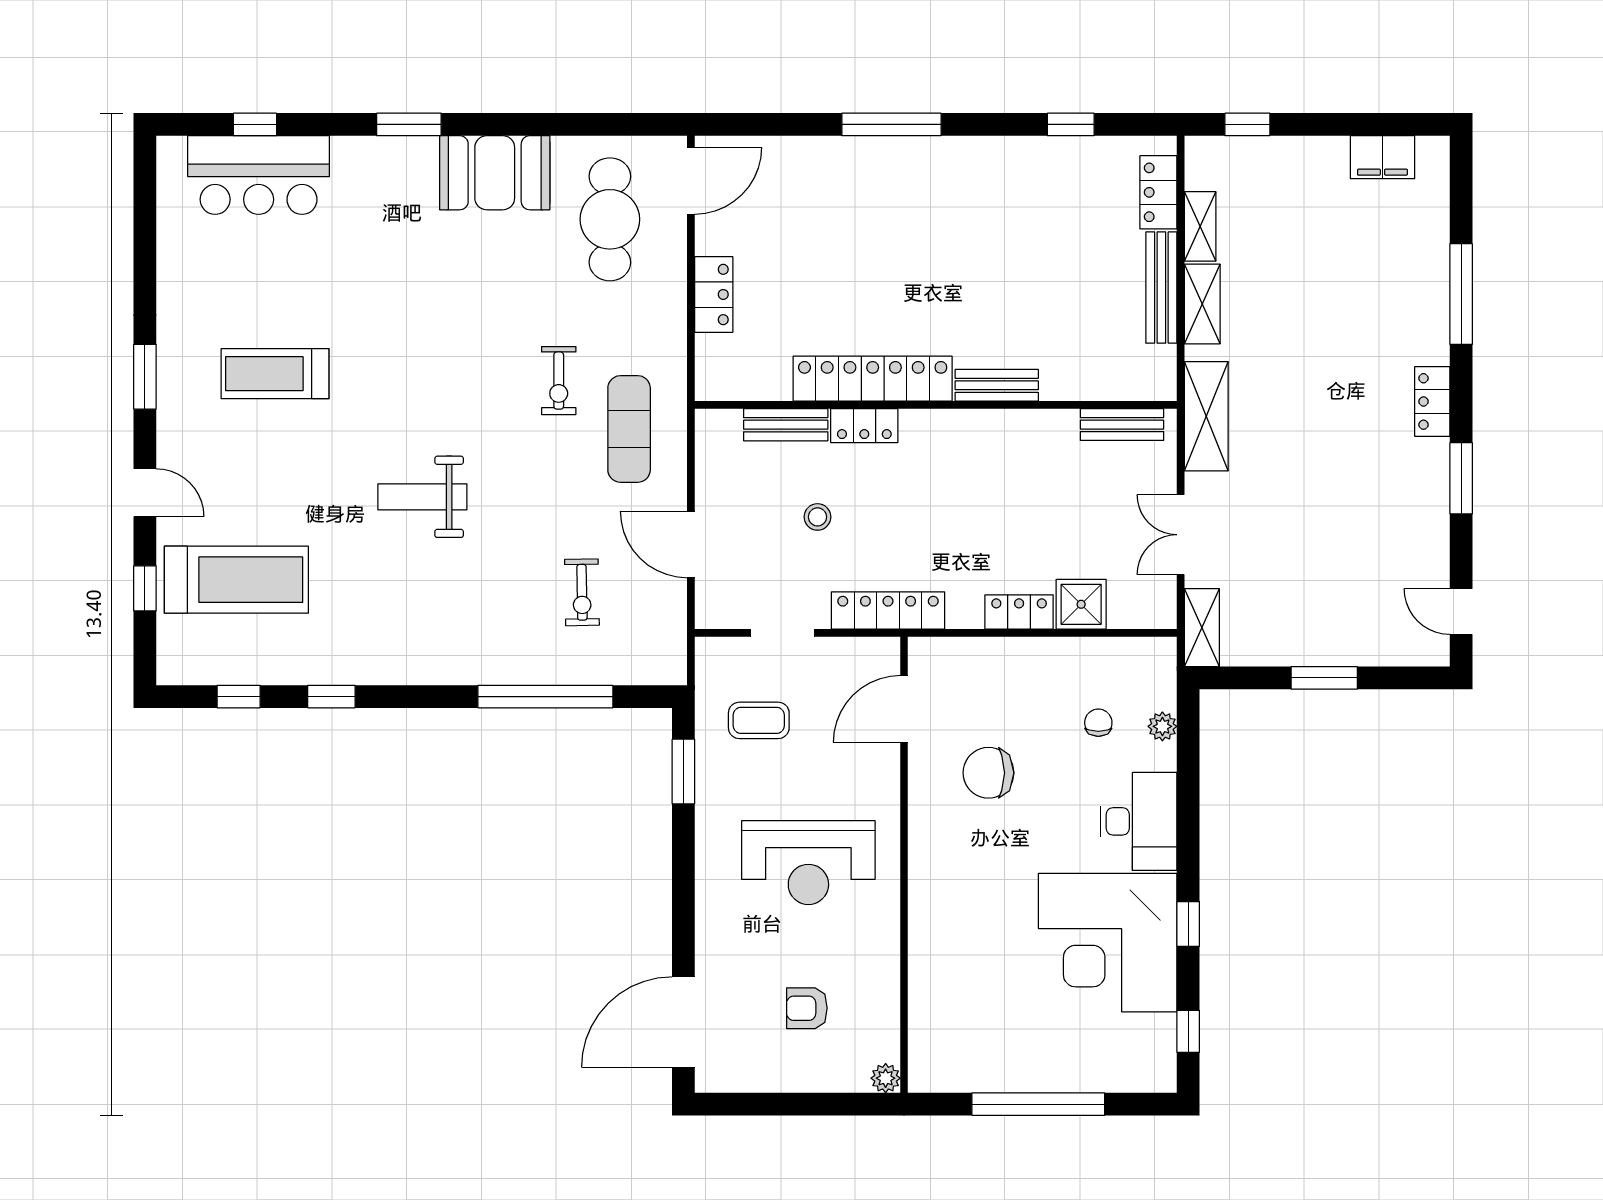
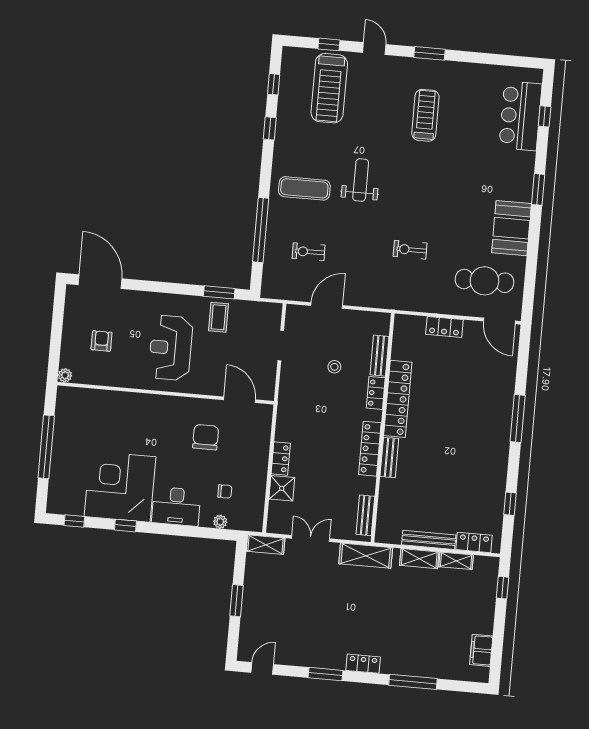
exercise mat: (629, 429) -> (304, 188), moved
door: (145, 493) -> (374, 48), swing flipped
locker: (888, 611) -> (370, 449), moved, turned 180
coffee table: (759, 720) -> (219, 317), moved

